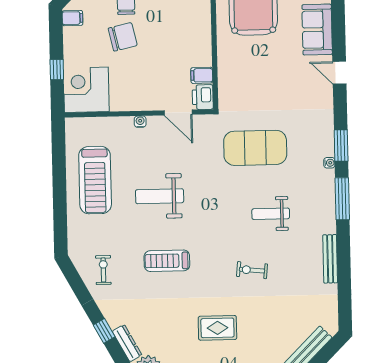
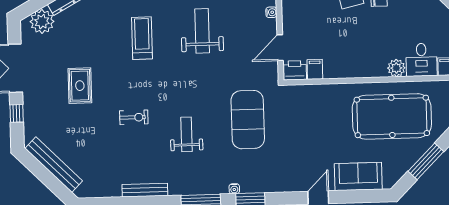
exercise bike: (252, 270) -> (134, 117), turned 84

